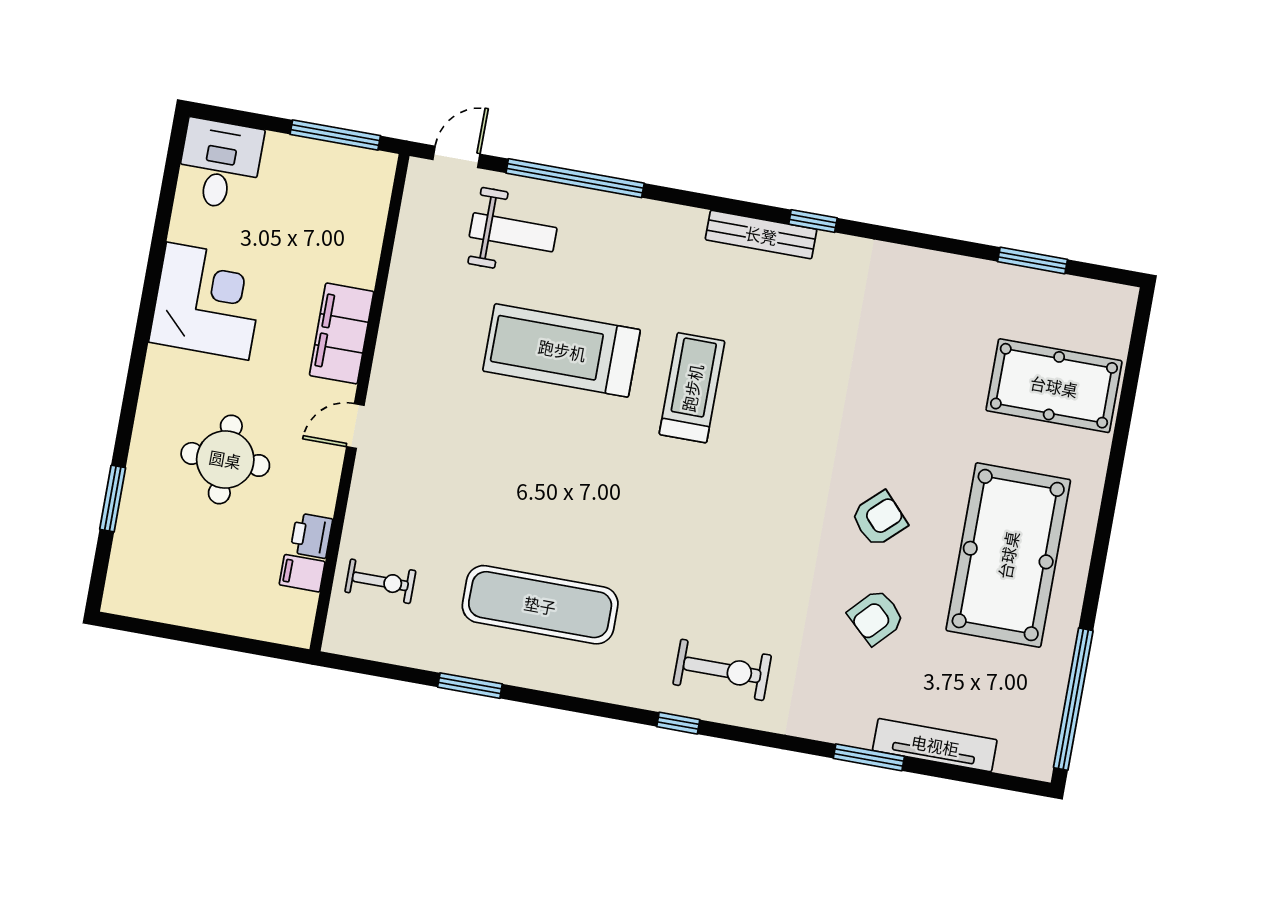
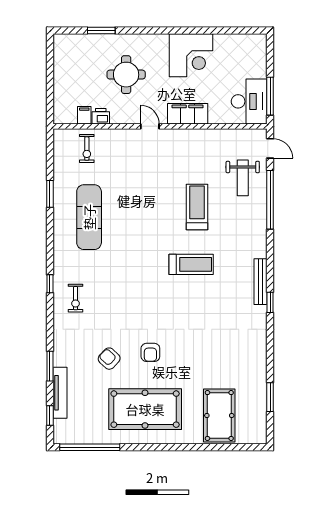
desk: (220, 164) -> (249, 101), moved, width x1.37
treadmill: (562, 350) -> (197, 207), width x0.73, depth x0.73
armchair: (879, 519) -> (150, 352), turned 43
exercise bike: (722, 670) -> (76, 298), width x0.73, depth x0.72
window: (983, 778) -> (50, 416), added

